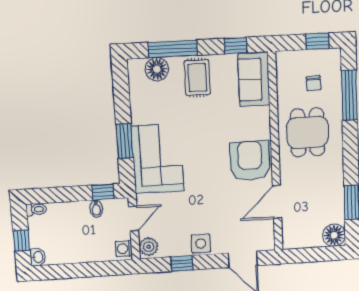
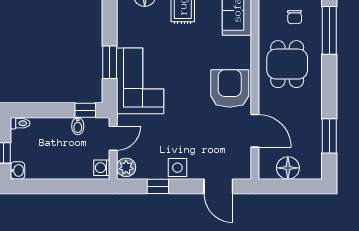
door: (277, 202) -> (255, 131), swing flipped
floor lamp: (334, 235) -> (288, 168), moved

